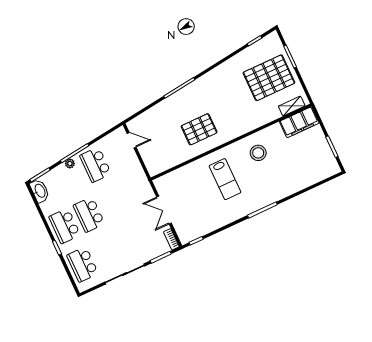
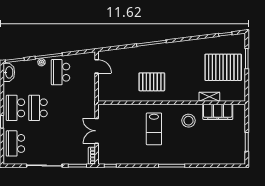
shelving: (292, 106) -> (209, 97), moved
filing cabinet: (299, 122) -> (218, 112), moved

